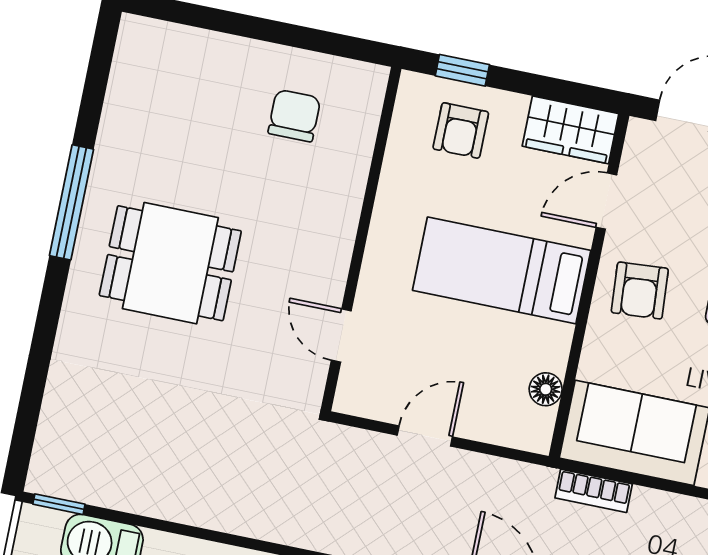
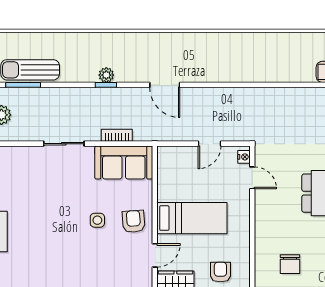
nightstand: (351, 388) -> (244, 157), added
floor lamp: (546, 389) -> (164, 173), removed
bookcase: (594, 491) -> (117, 135), moved

